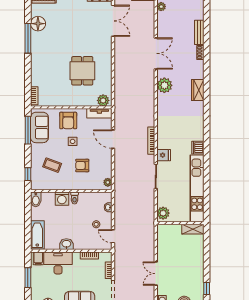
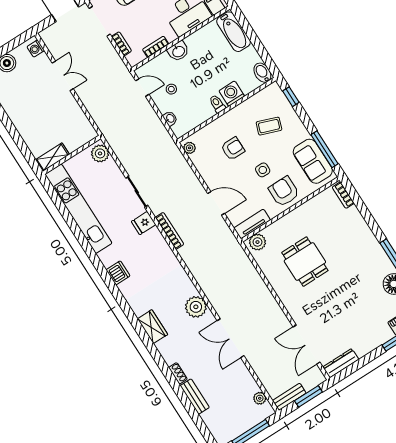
dishwasher: (198, 148) -> (118, 273), moved
washbasin: (66, 244) -> (178, 51), moved

